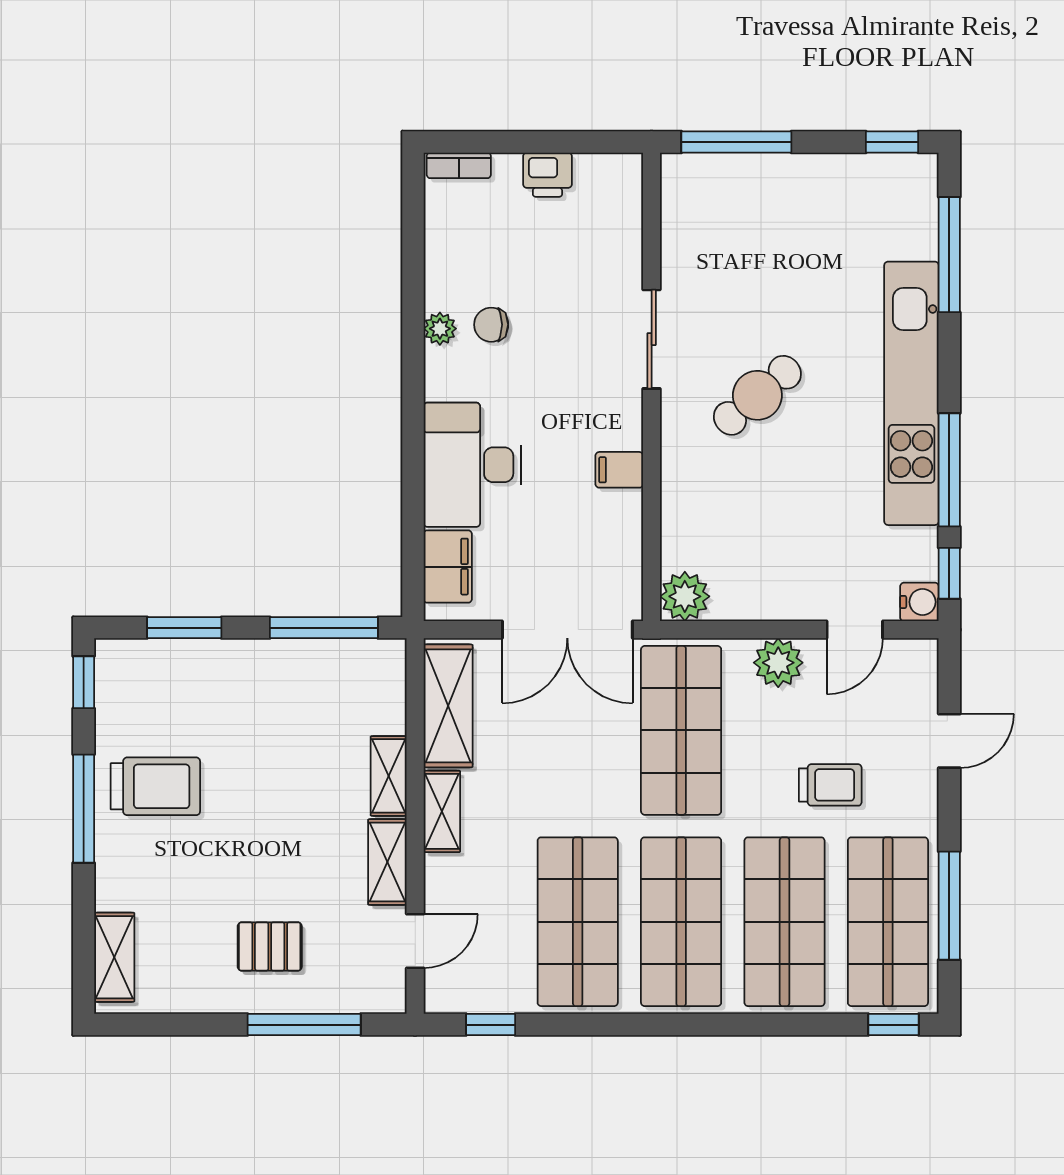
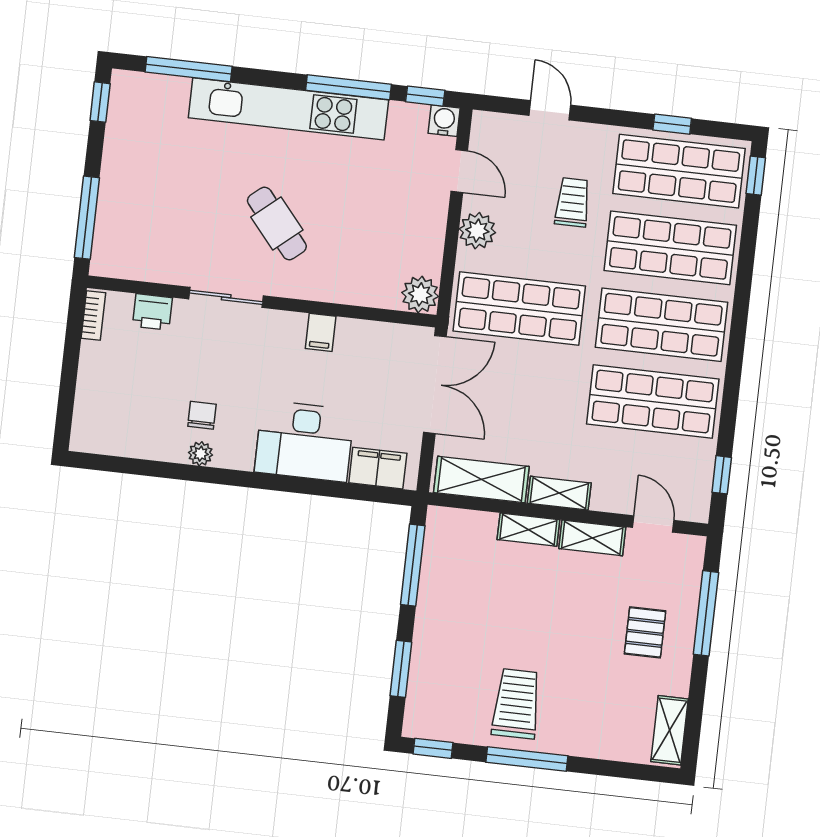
bookcase: (459, 165) -> (93, 316), moved
printer: (547, 175) -> (152, 312), moved, turned 90
chair: (491, 325) -> (202, 415), turned 180
window: (949, 906) -> (672, 124), width x0.46
shelving: (114, 957) -> (670, 730), moved, turned 90

